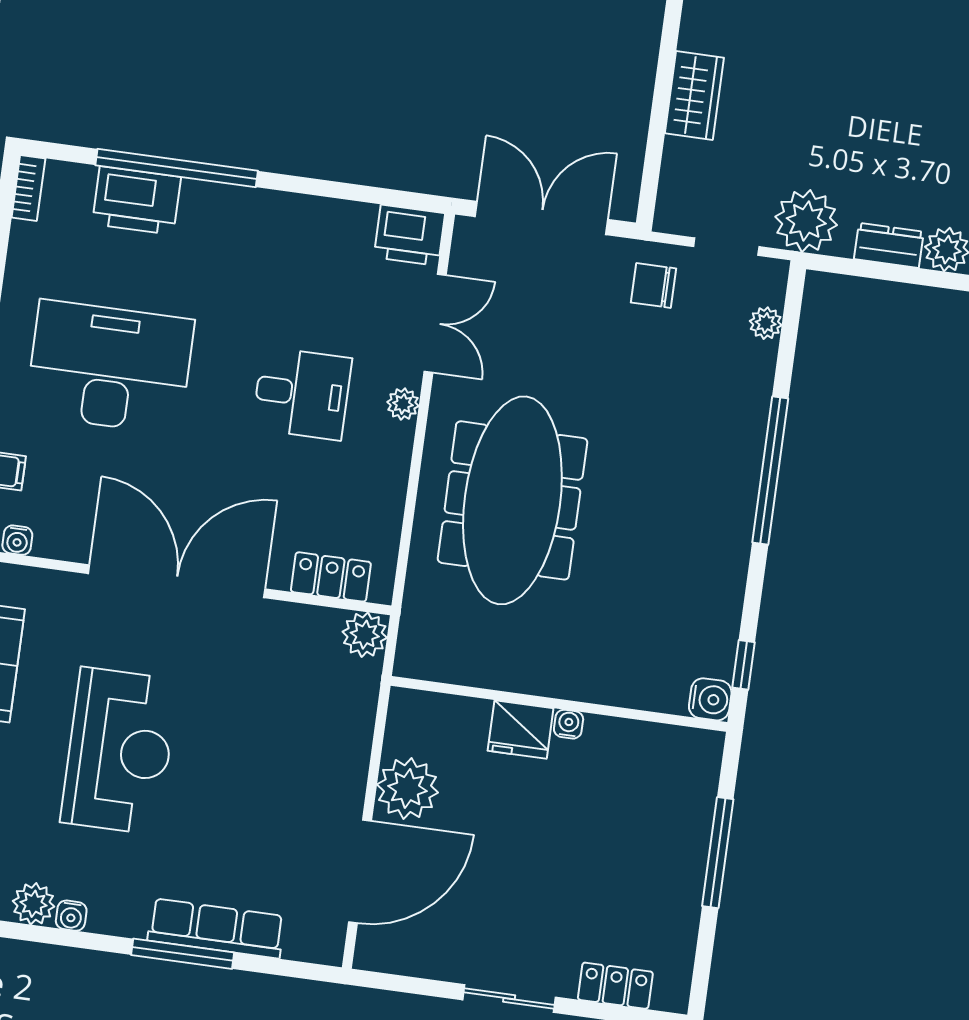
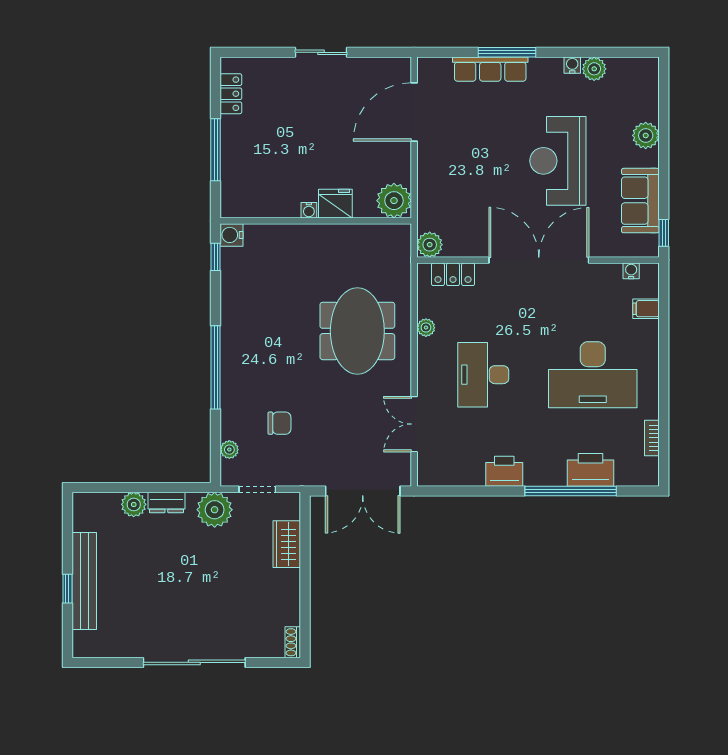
wardrobe: (694, 95) -> (287, 544), moved
bookcase: (28, 188) -> (652, 438), moved
printer: (409, 235) -> (504, 471), moved
chair: (654, 285) -> (279, 423), moved
desk: (302, 393) -> (483, 375), width x1.37
plant: (403, 404) -> (426, 328), moved
meeting table: (512, 500) -> (357, 331), width x0.73
double door: (177, 581) -> (539, 260), swing flipped
plant: (408, 789) -> (394, 201), moved
locker: (615, 986) -> (231, 94), moved, turned -90

